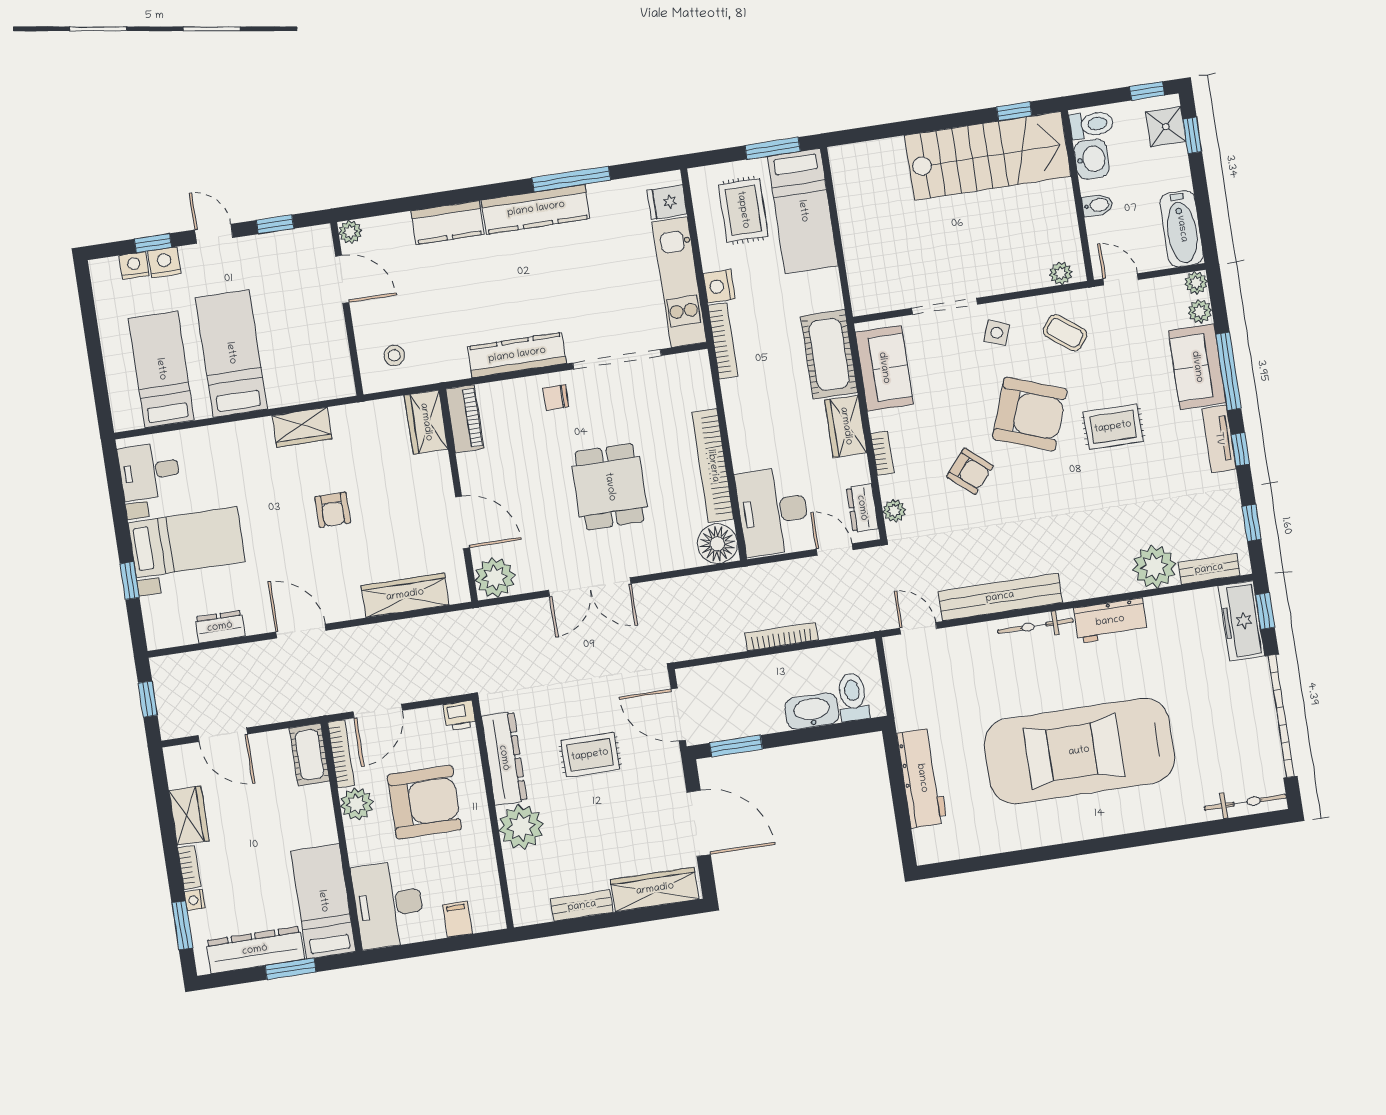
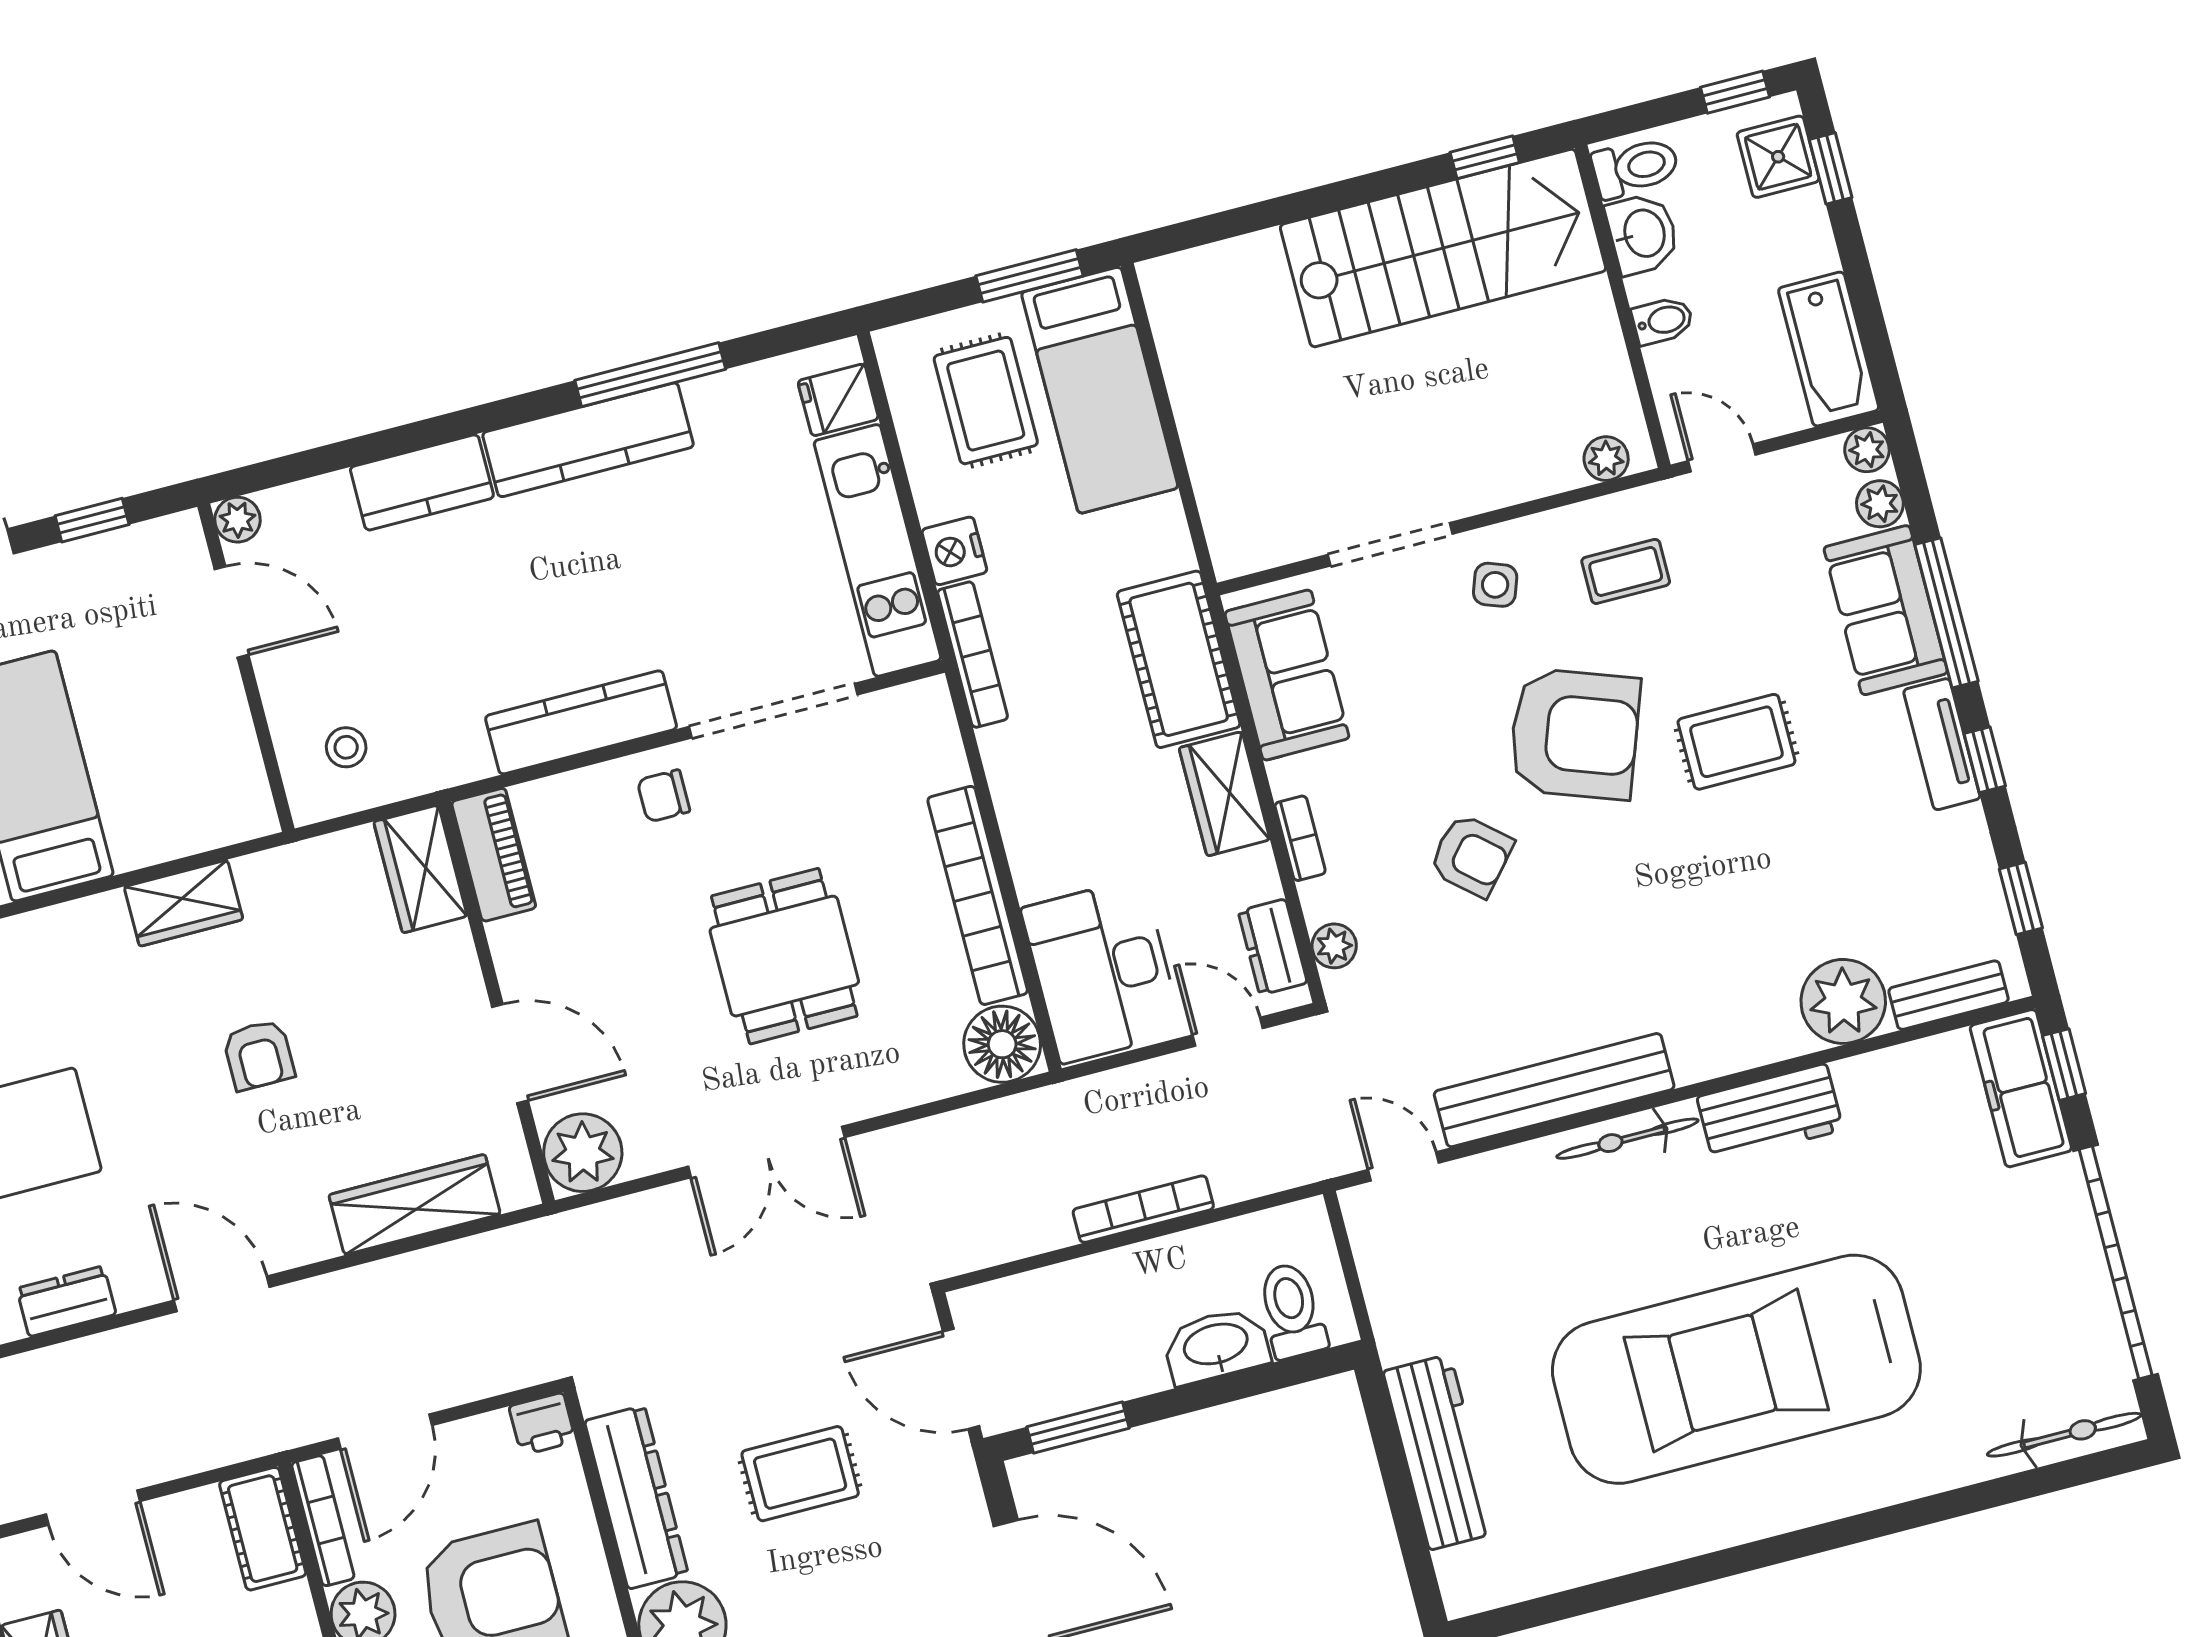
coffee table: (1065, 333) -> (1626, 571), turned -37

